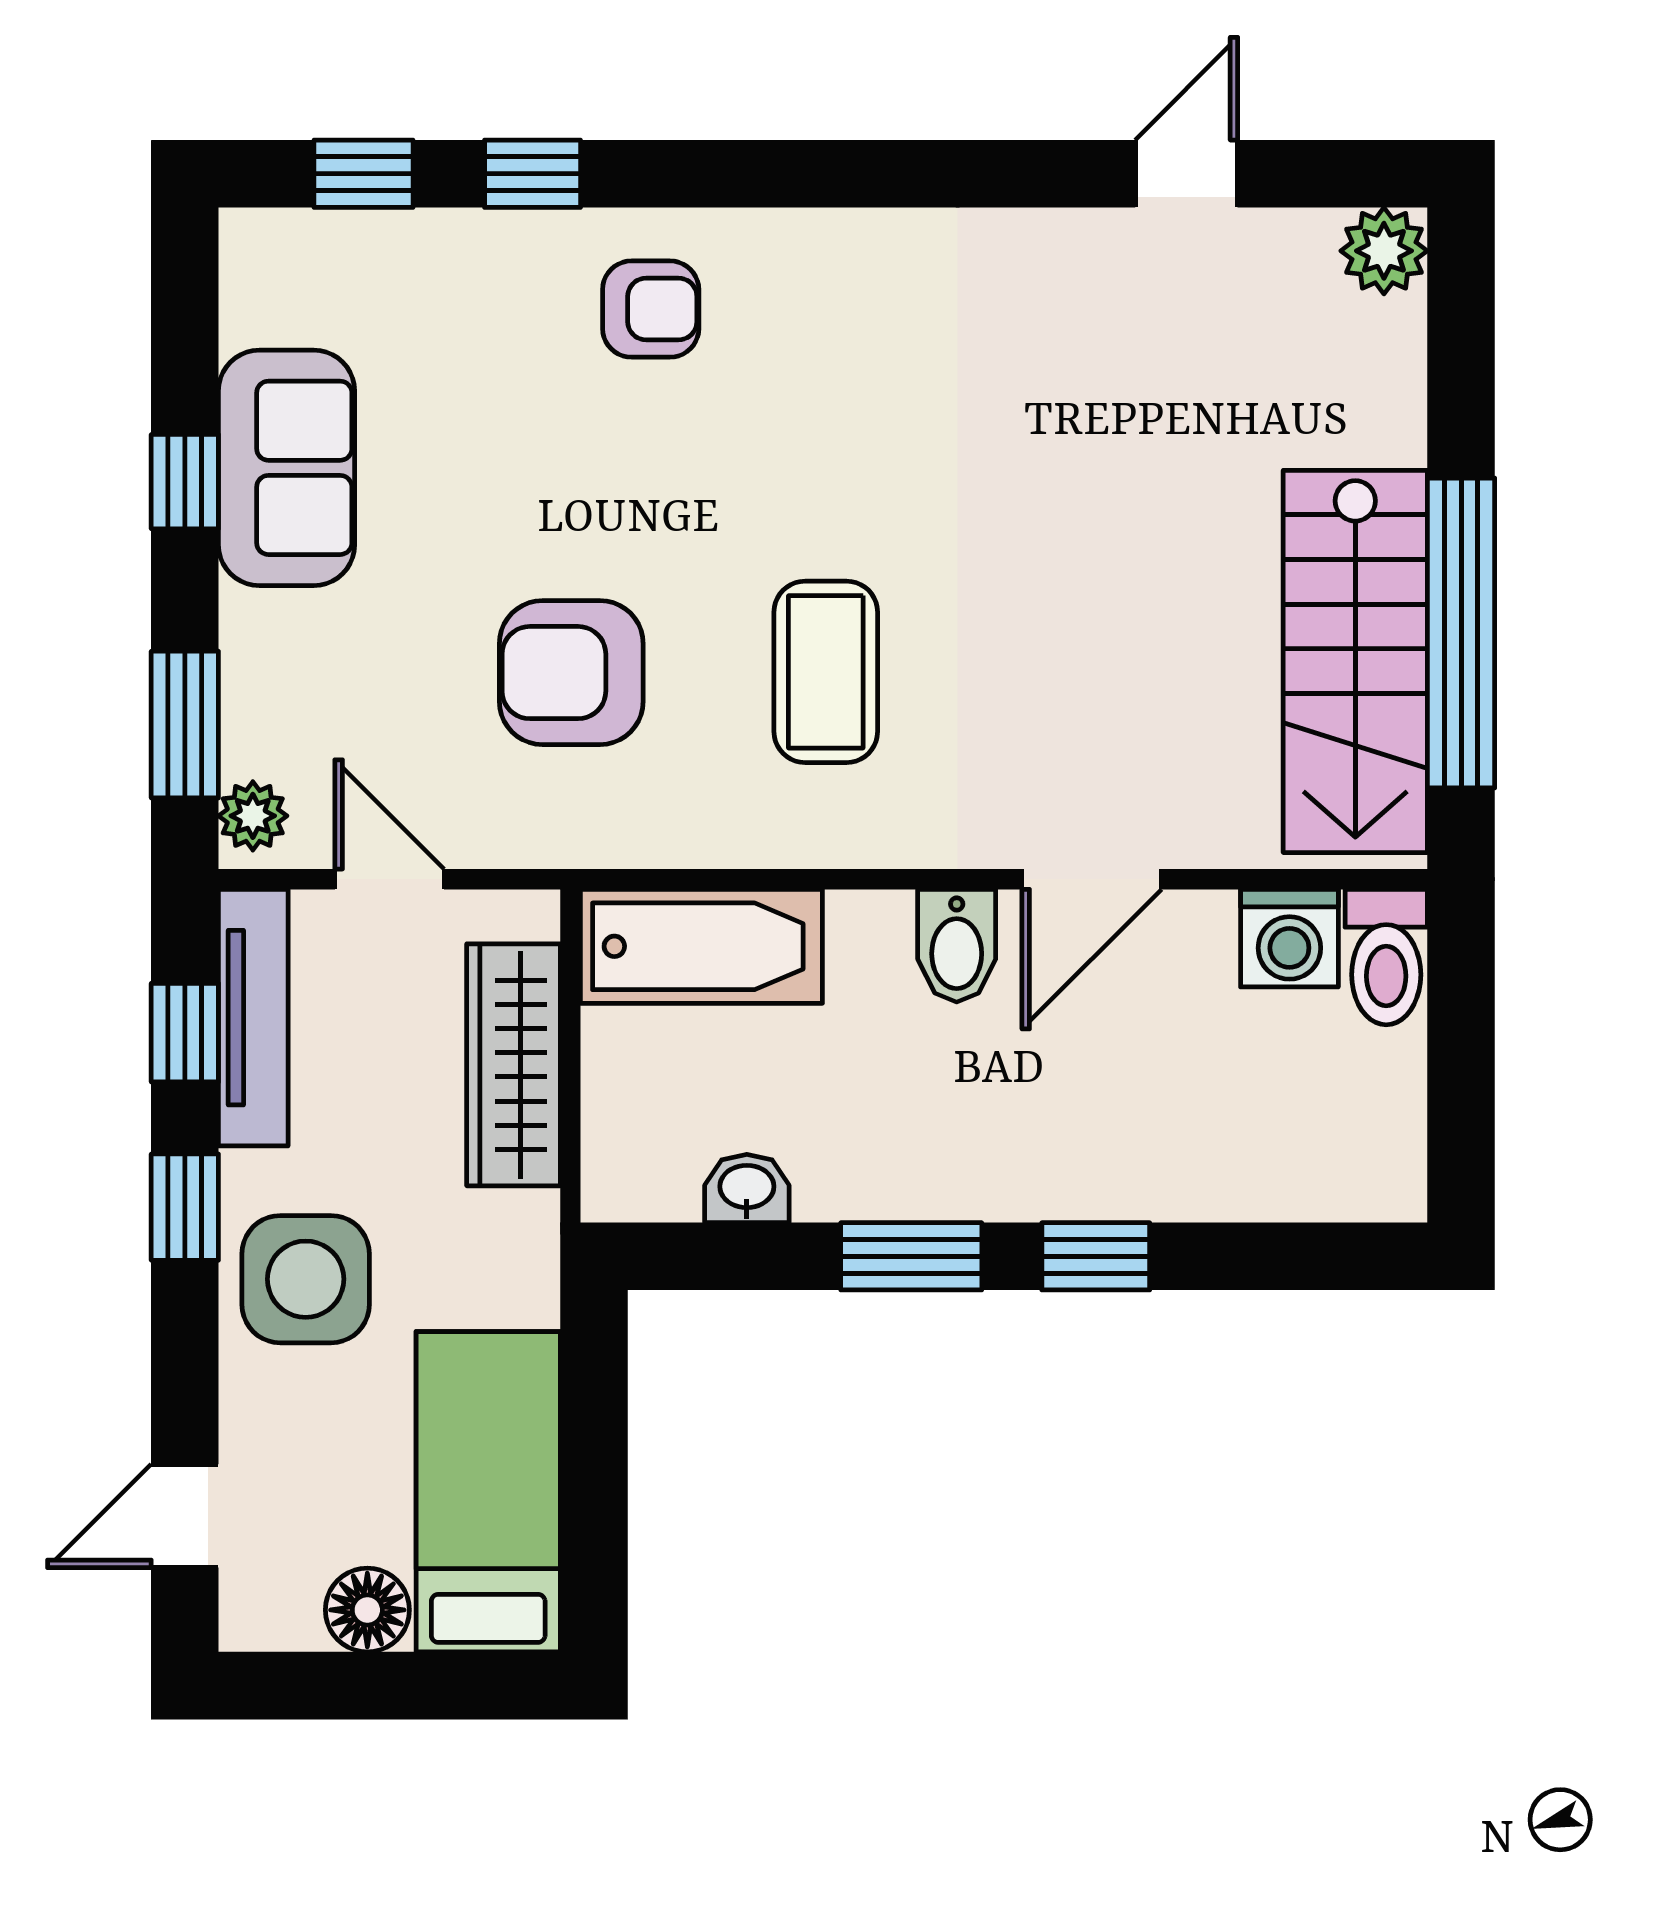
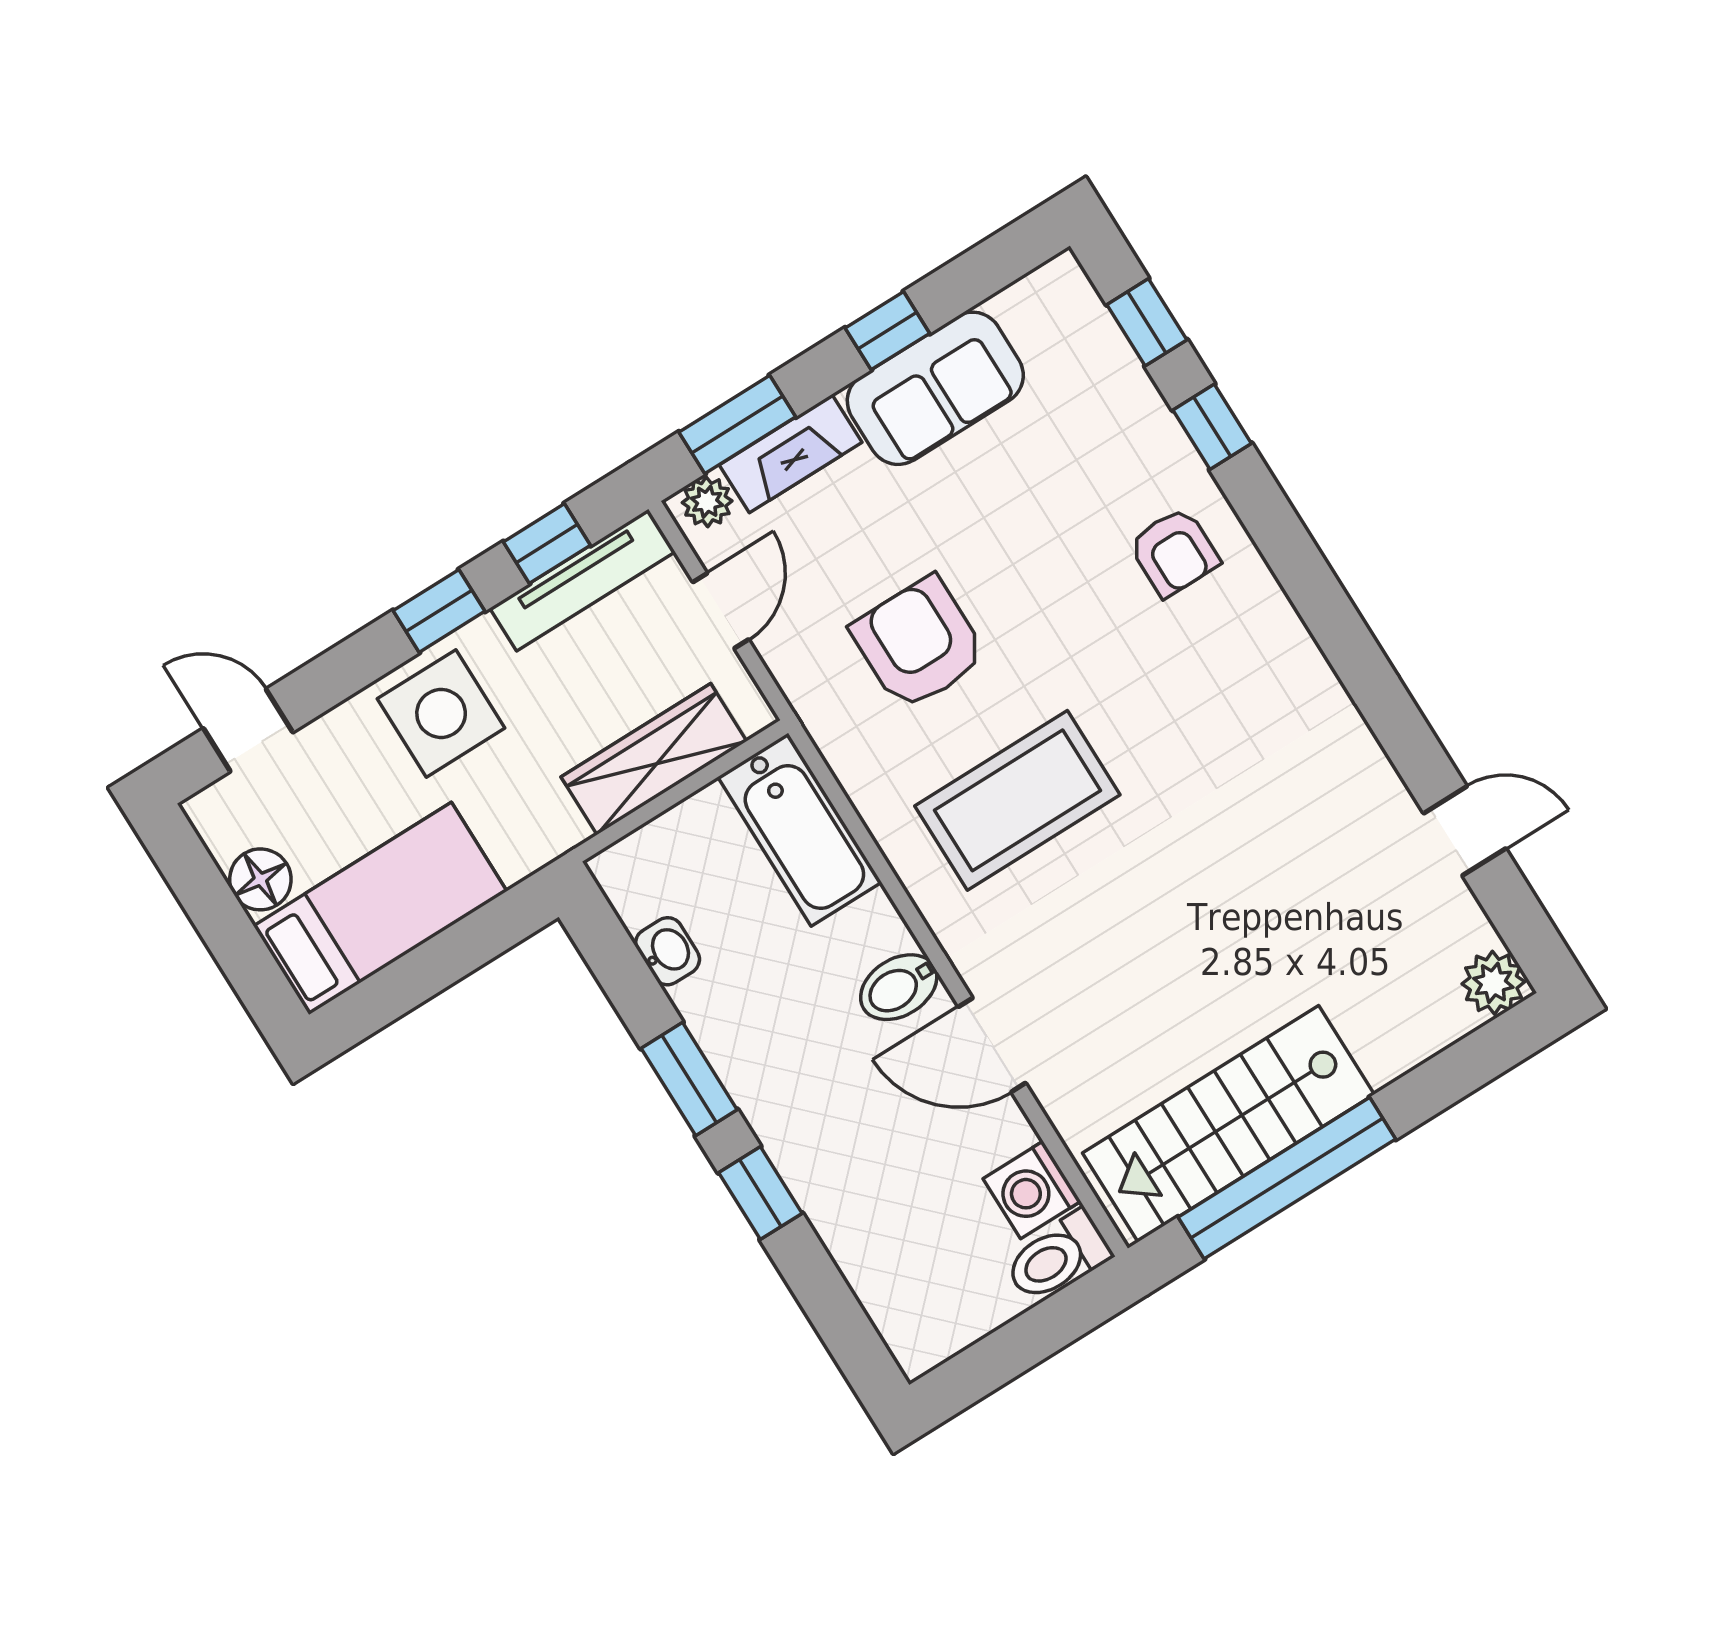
coffee table: (826, 672) -> (1017, 800), width x1.36, depth x1.32
fireplace: (257, 684) -> (791, 454), added

